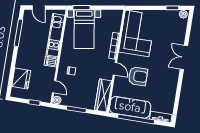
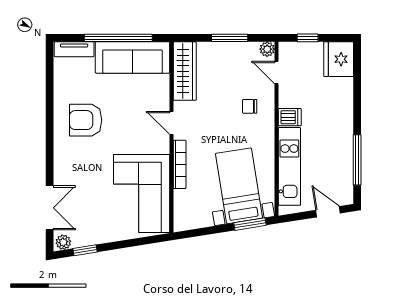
double door: (184, 57) -> (50, 208), moved
armchair: (138, 76) -> (86, 120), moved
fridge: (21, 79) -> (339, 59), moved

